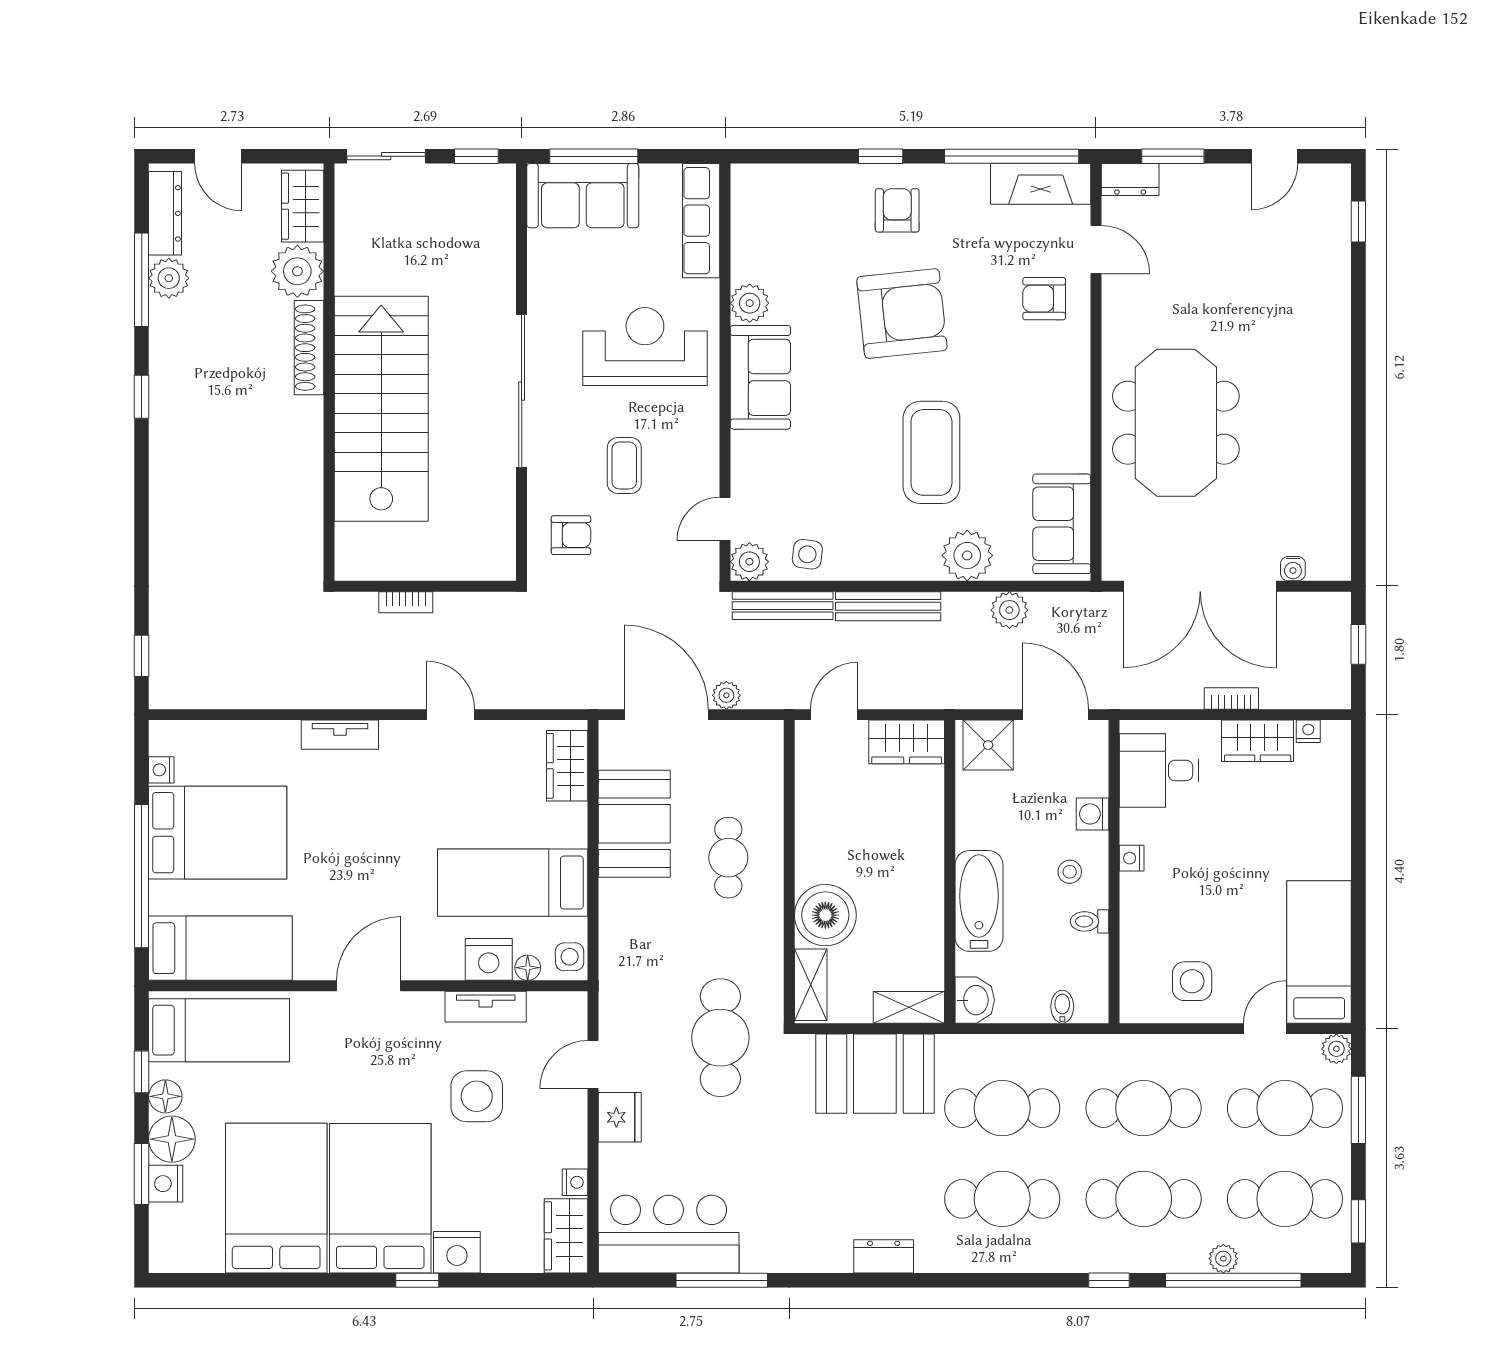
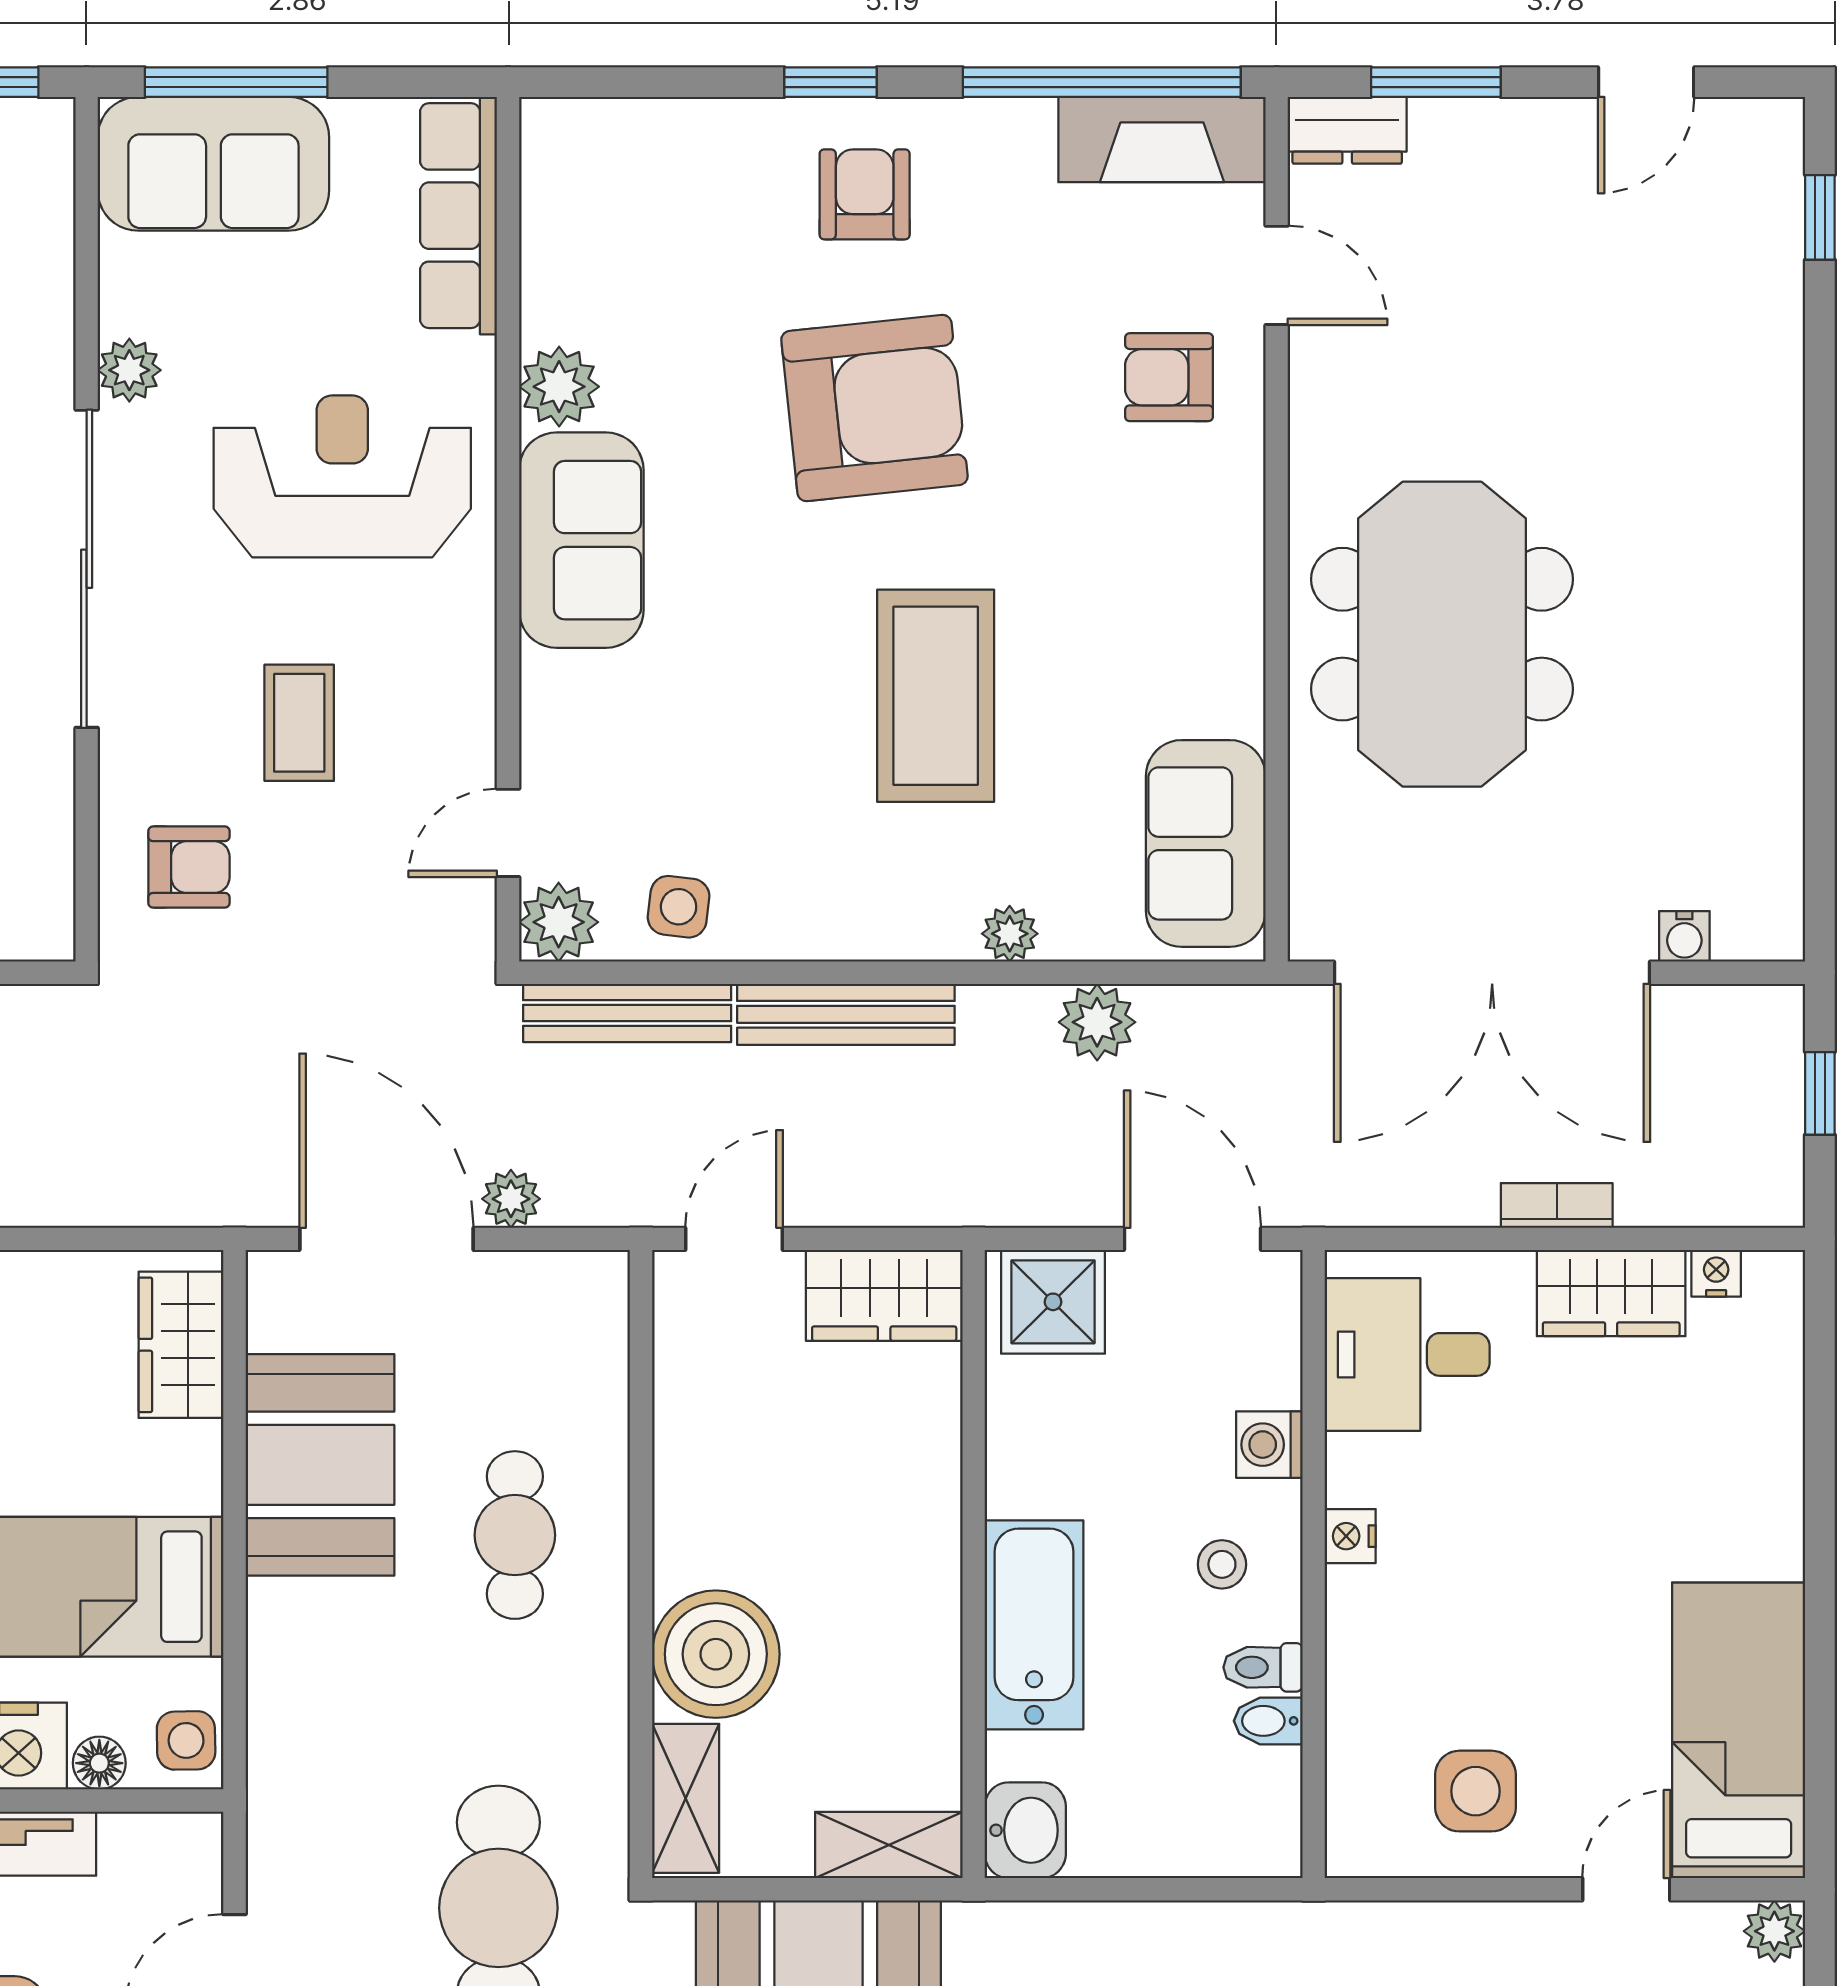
plant: (542, 295) -> (129, 370), added
plant: (967, 555) -> (1010, 934), width x0.53, depth x0.53
bidet: (1062, 1007) -> (1268, 1721), moved, turned -90

